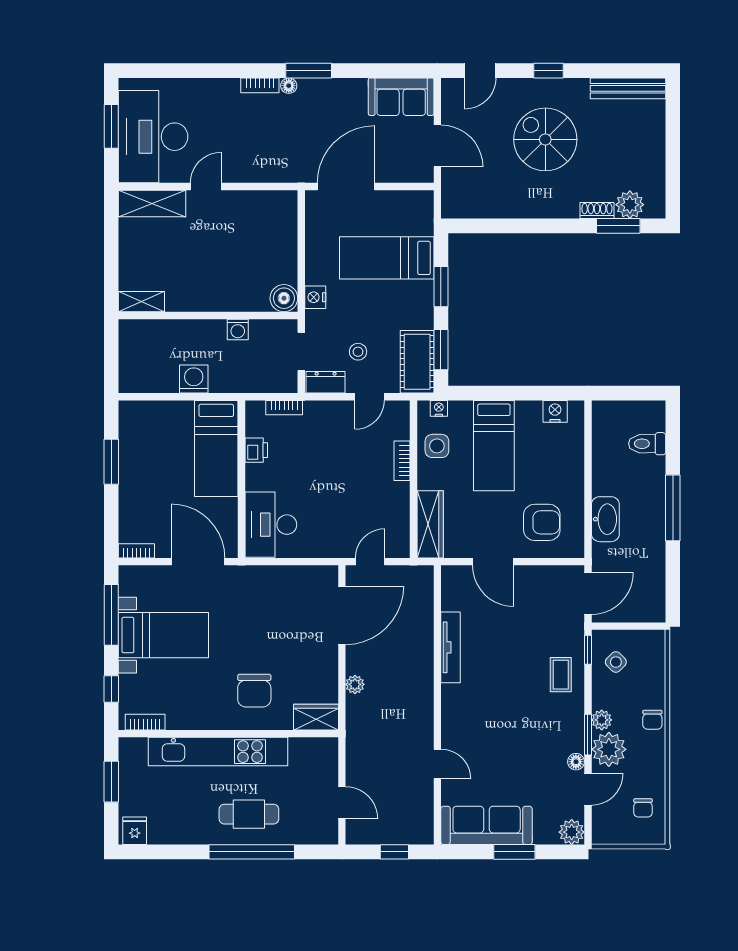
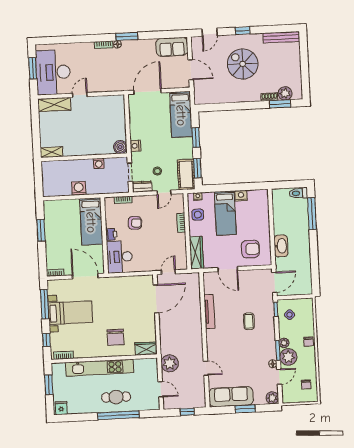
bed: (387, 258) -> (181, 114), moved, turned -90
nightstand: (555, 411) -> (241, 196), moved
toilet: (647, 444) -> (298, 193), moved
printer: (256, 450) -> (111, 234), moved
armchair: (306, 456) -> (135, 223), added
window: (673, 508) -> (312, 214), moved
coffee table: (561, 675) -> (249, 321), moved
plant: (355, 684) -> (170, 363), moved, width x1.87, depth x1.87

